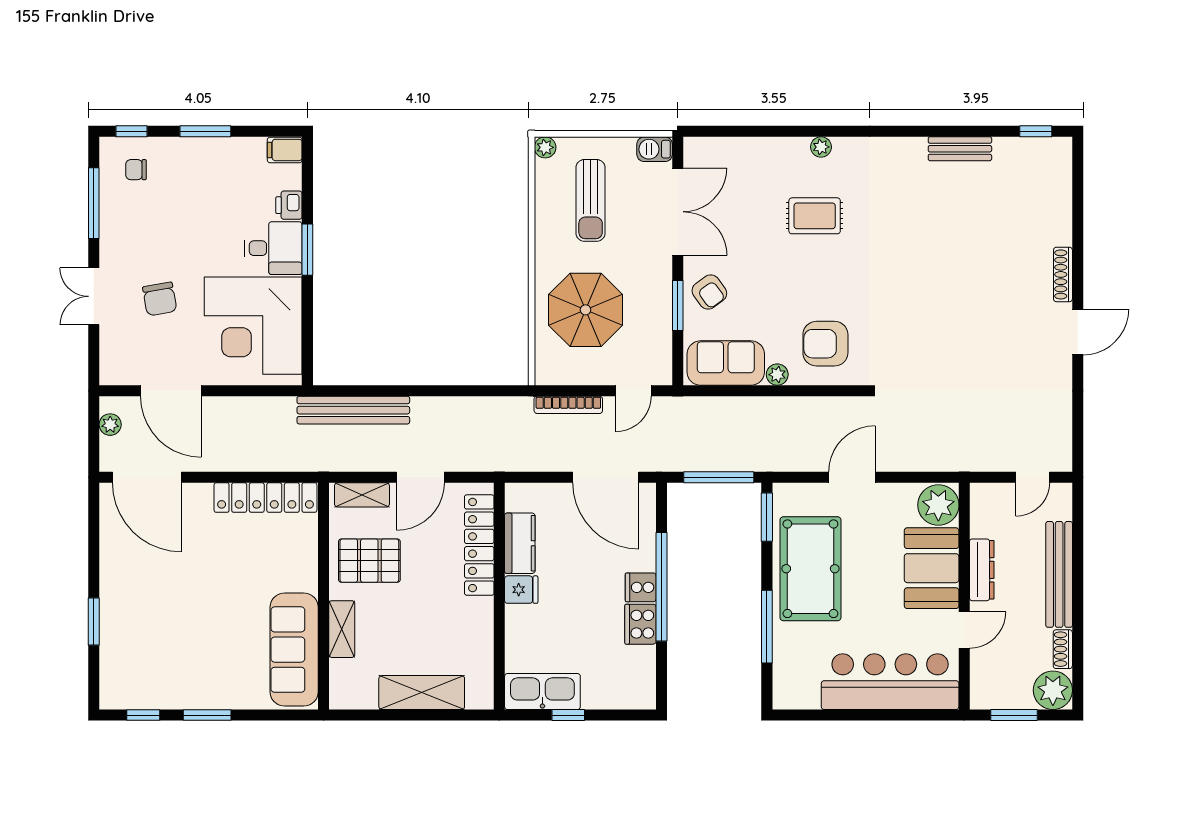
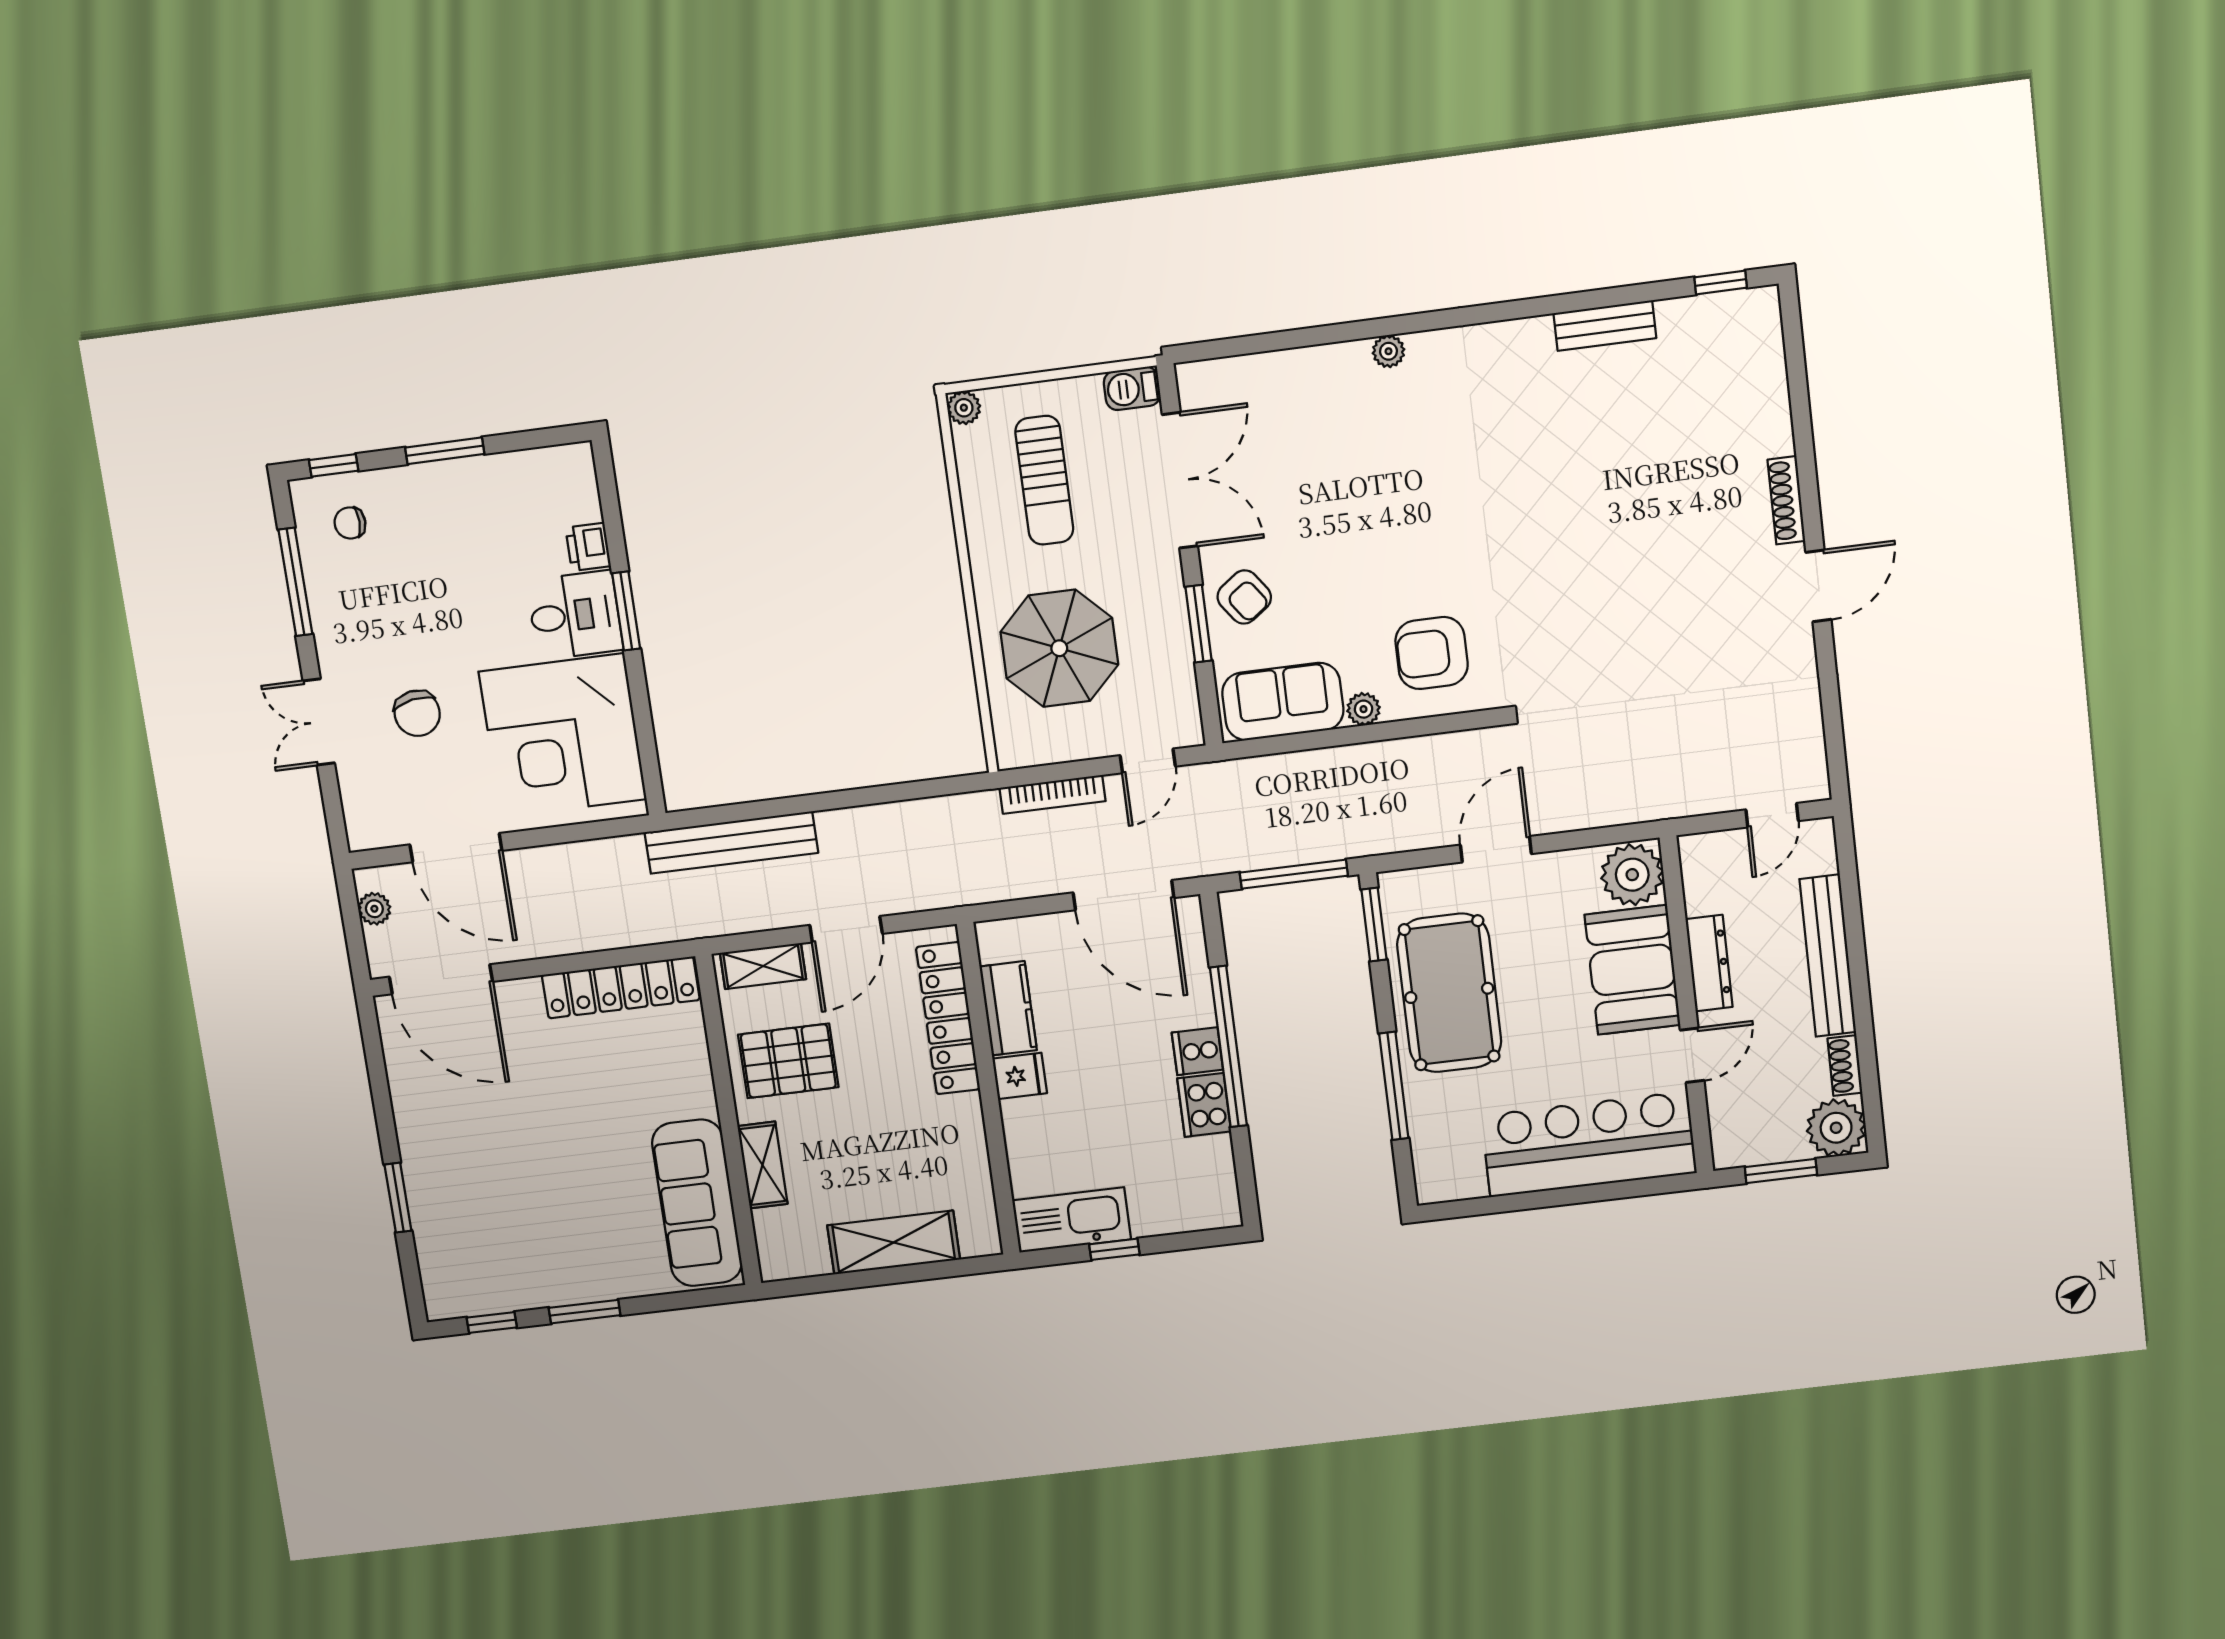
filing cabinet: (285, 150) -> (569, 464), removed
rug: (815, 216) -> (1391, 459), removed

